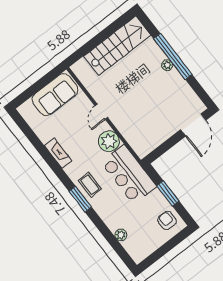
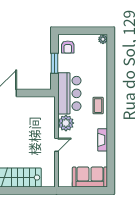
sofa: (55, 95) -> (90, 177), moved
window: (80, 199) -> (111, 101), removed
plant: (121, 235) -> (103, 39), moved

